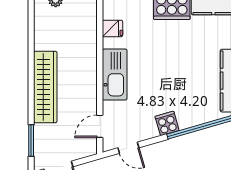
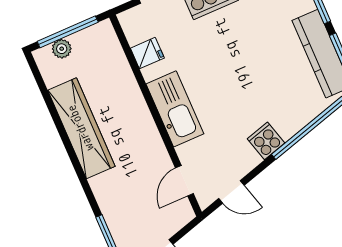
wardrobe: (45, 87) -> (81, 128), moved

